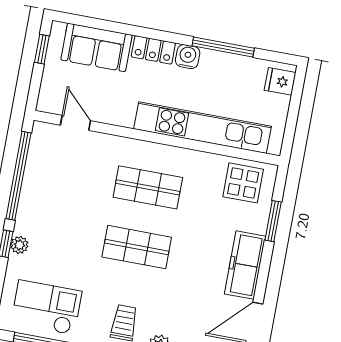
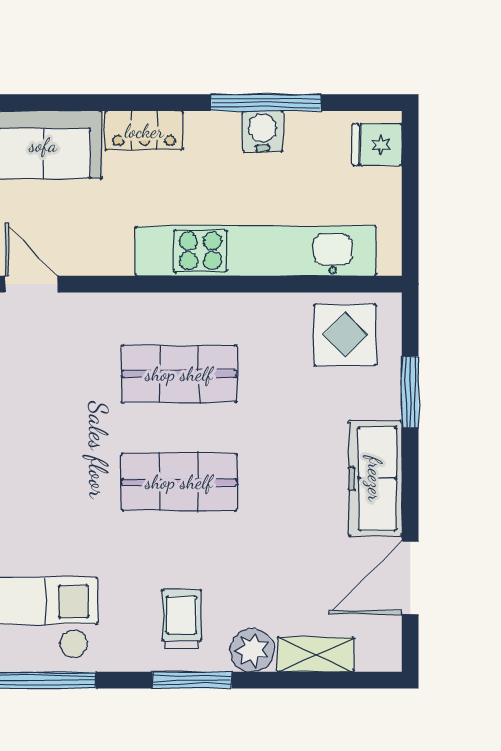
water cooler: (188, 57) -> (263, 131), moved

